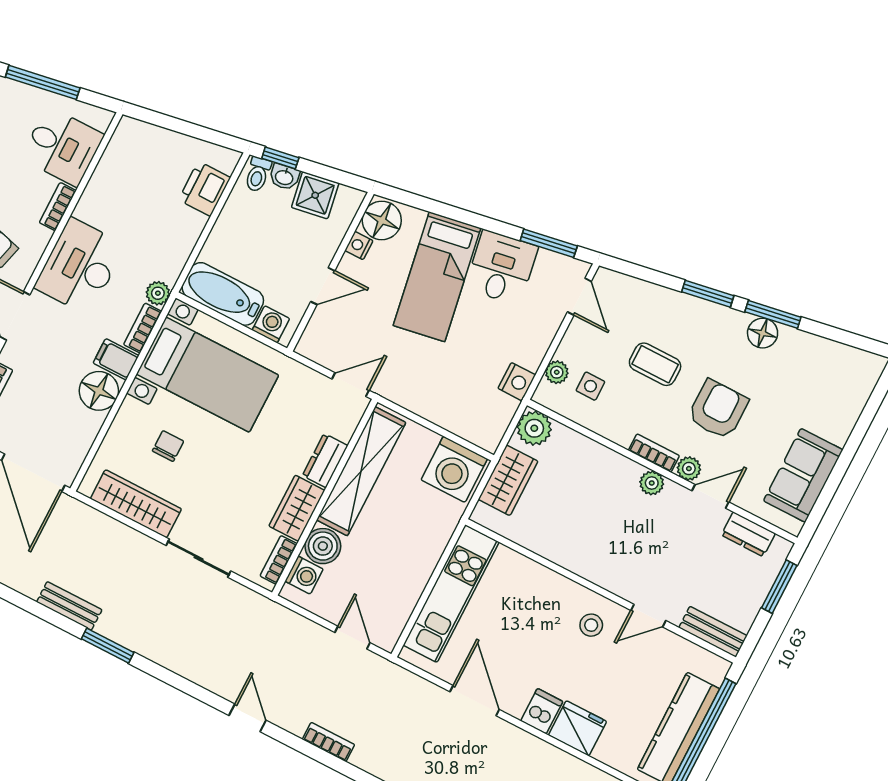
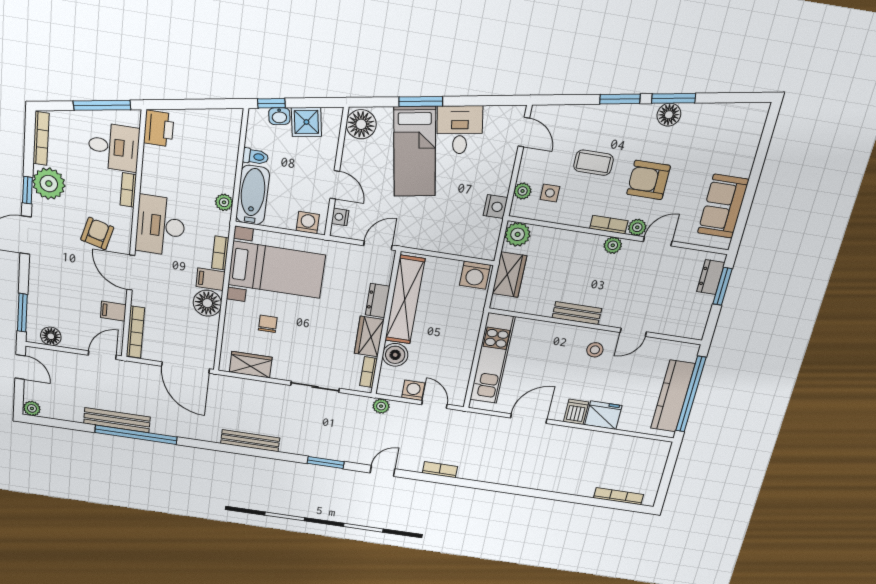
window: (43, 82) -> (102, 105), moved
toilet: (258, 174) -> (255, 157), moved, turned -80
printer: (205, 189) -> (159, 129), moved, turned 180
window: (549, 243) -> (421, 101), moved
nightstand: (359, 245) -> (340, 217), moved
door: (323, 286) -> (335, 185), hinge flipped
plant: (158, 293) -> (224, 202), moved
bathtub: (223, 294) -> (253, 195), moved, turned 90
armchair: (718, 409) -> (648, 180), turned -90
washing machine: (454, 469) -> (475, 275), width x0.73, depth x0.73
wardrobe: (136, 504) -> (251, 365), width x0.67
dresser: (748, 534) -> (711, 277), moved, turned 90
washing machine: (304, 575) -> (413, 390), moved, turned -90
bench: (69, 606) -> (250, 441), width x1.36
plant: (279, 616) -> (381, 406), added
bench: (713, 632) -> (577, 313), moved
window: (108, 646) -> (326, 462), moved
door: (475, 701) -> (529, 419), hinge flipped
door: (248, 718) -> (383, 471), hinge flipped

